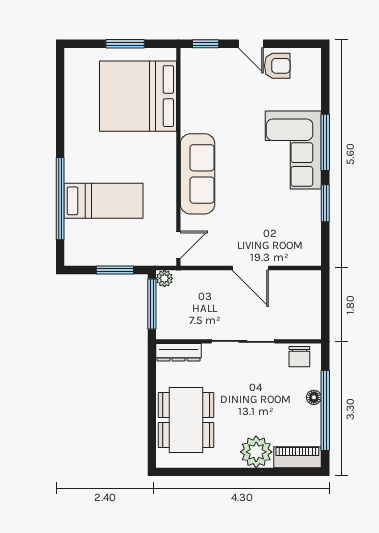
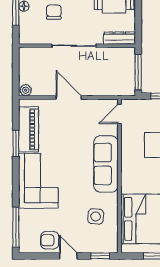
side table: (212, 100) -> (96, 216), added
window: (325, 142) -> (16, 227), moved
piano: (307, 223) -> (29, 129), added
plant: (164, 278) -> (26, 90), moved
chair: (299, 357) -> (54, 12), moved

